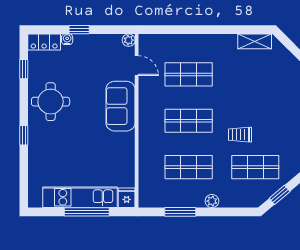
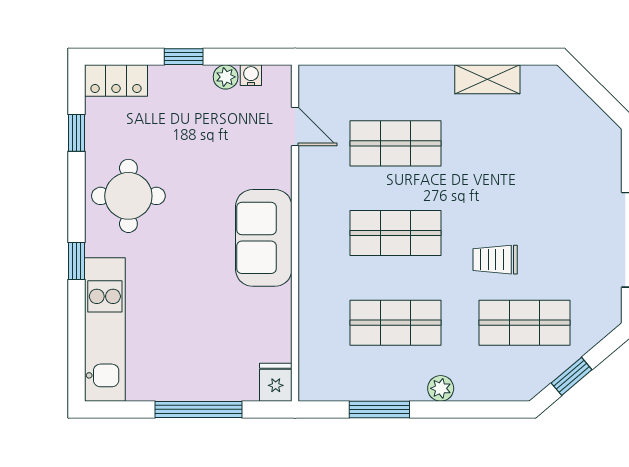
water cooler: (67, 39) -> (251, 75), moved
plant: (129, 40) -> (226, 77), moved
shelving: (255, 41) -> (487, 79), moved
sofa: (120, 106) -> (264, 238), moved
kitchen unit: (80, 197) -> (105, 329), moved, turned 90

